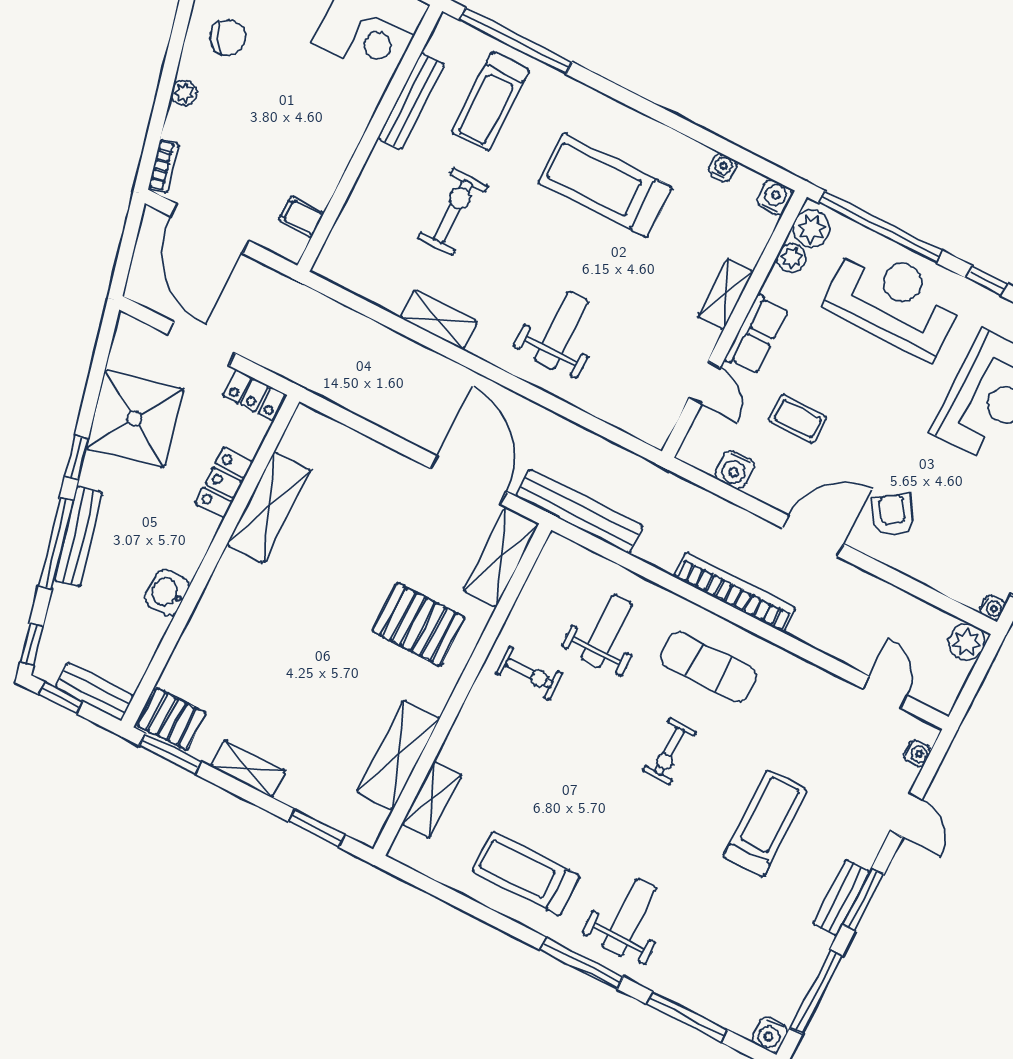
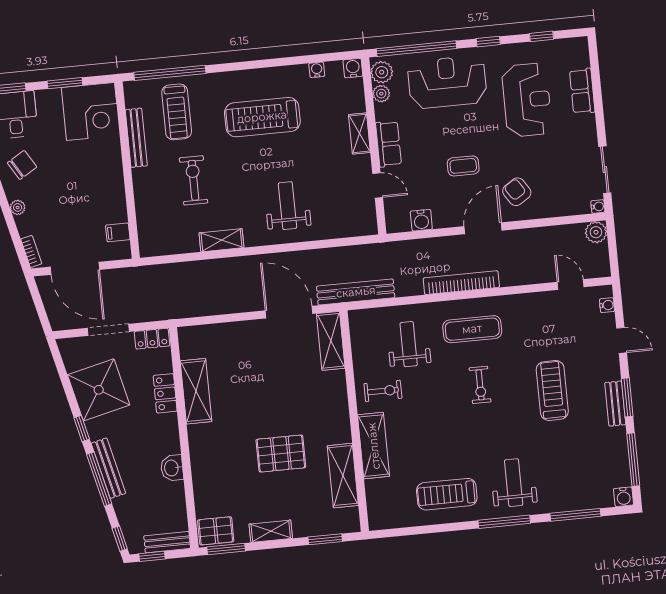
coffee table: (798, 419) -> (463, 166), moved
pallet: (418, 624) -> (281, 454), moved
shelving: (432, 800) -> (374, 446), moved, width x1.50, depth x1.33

